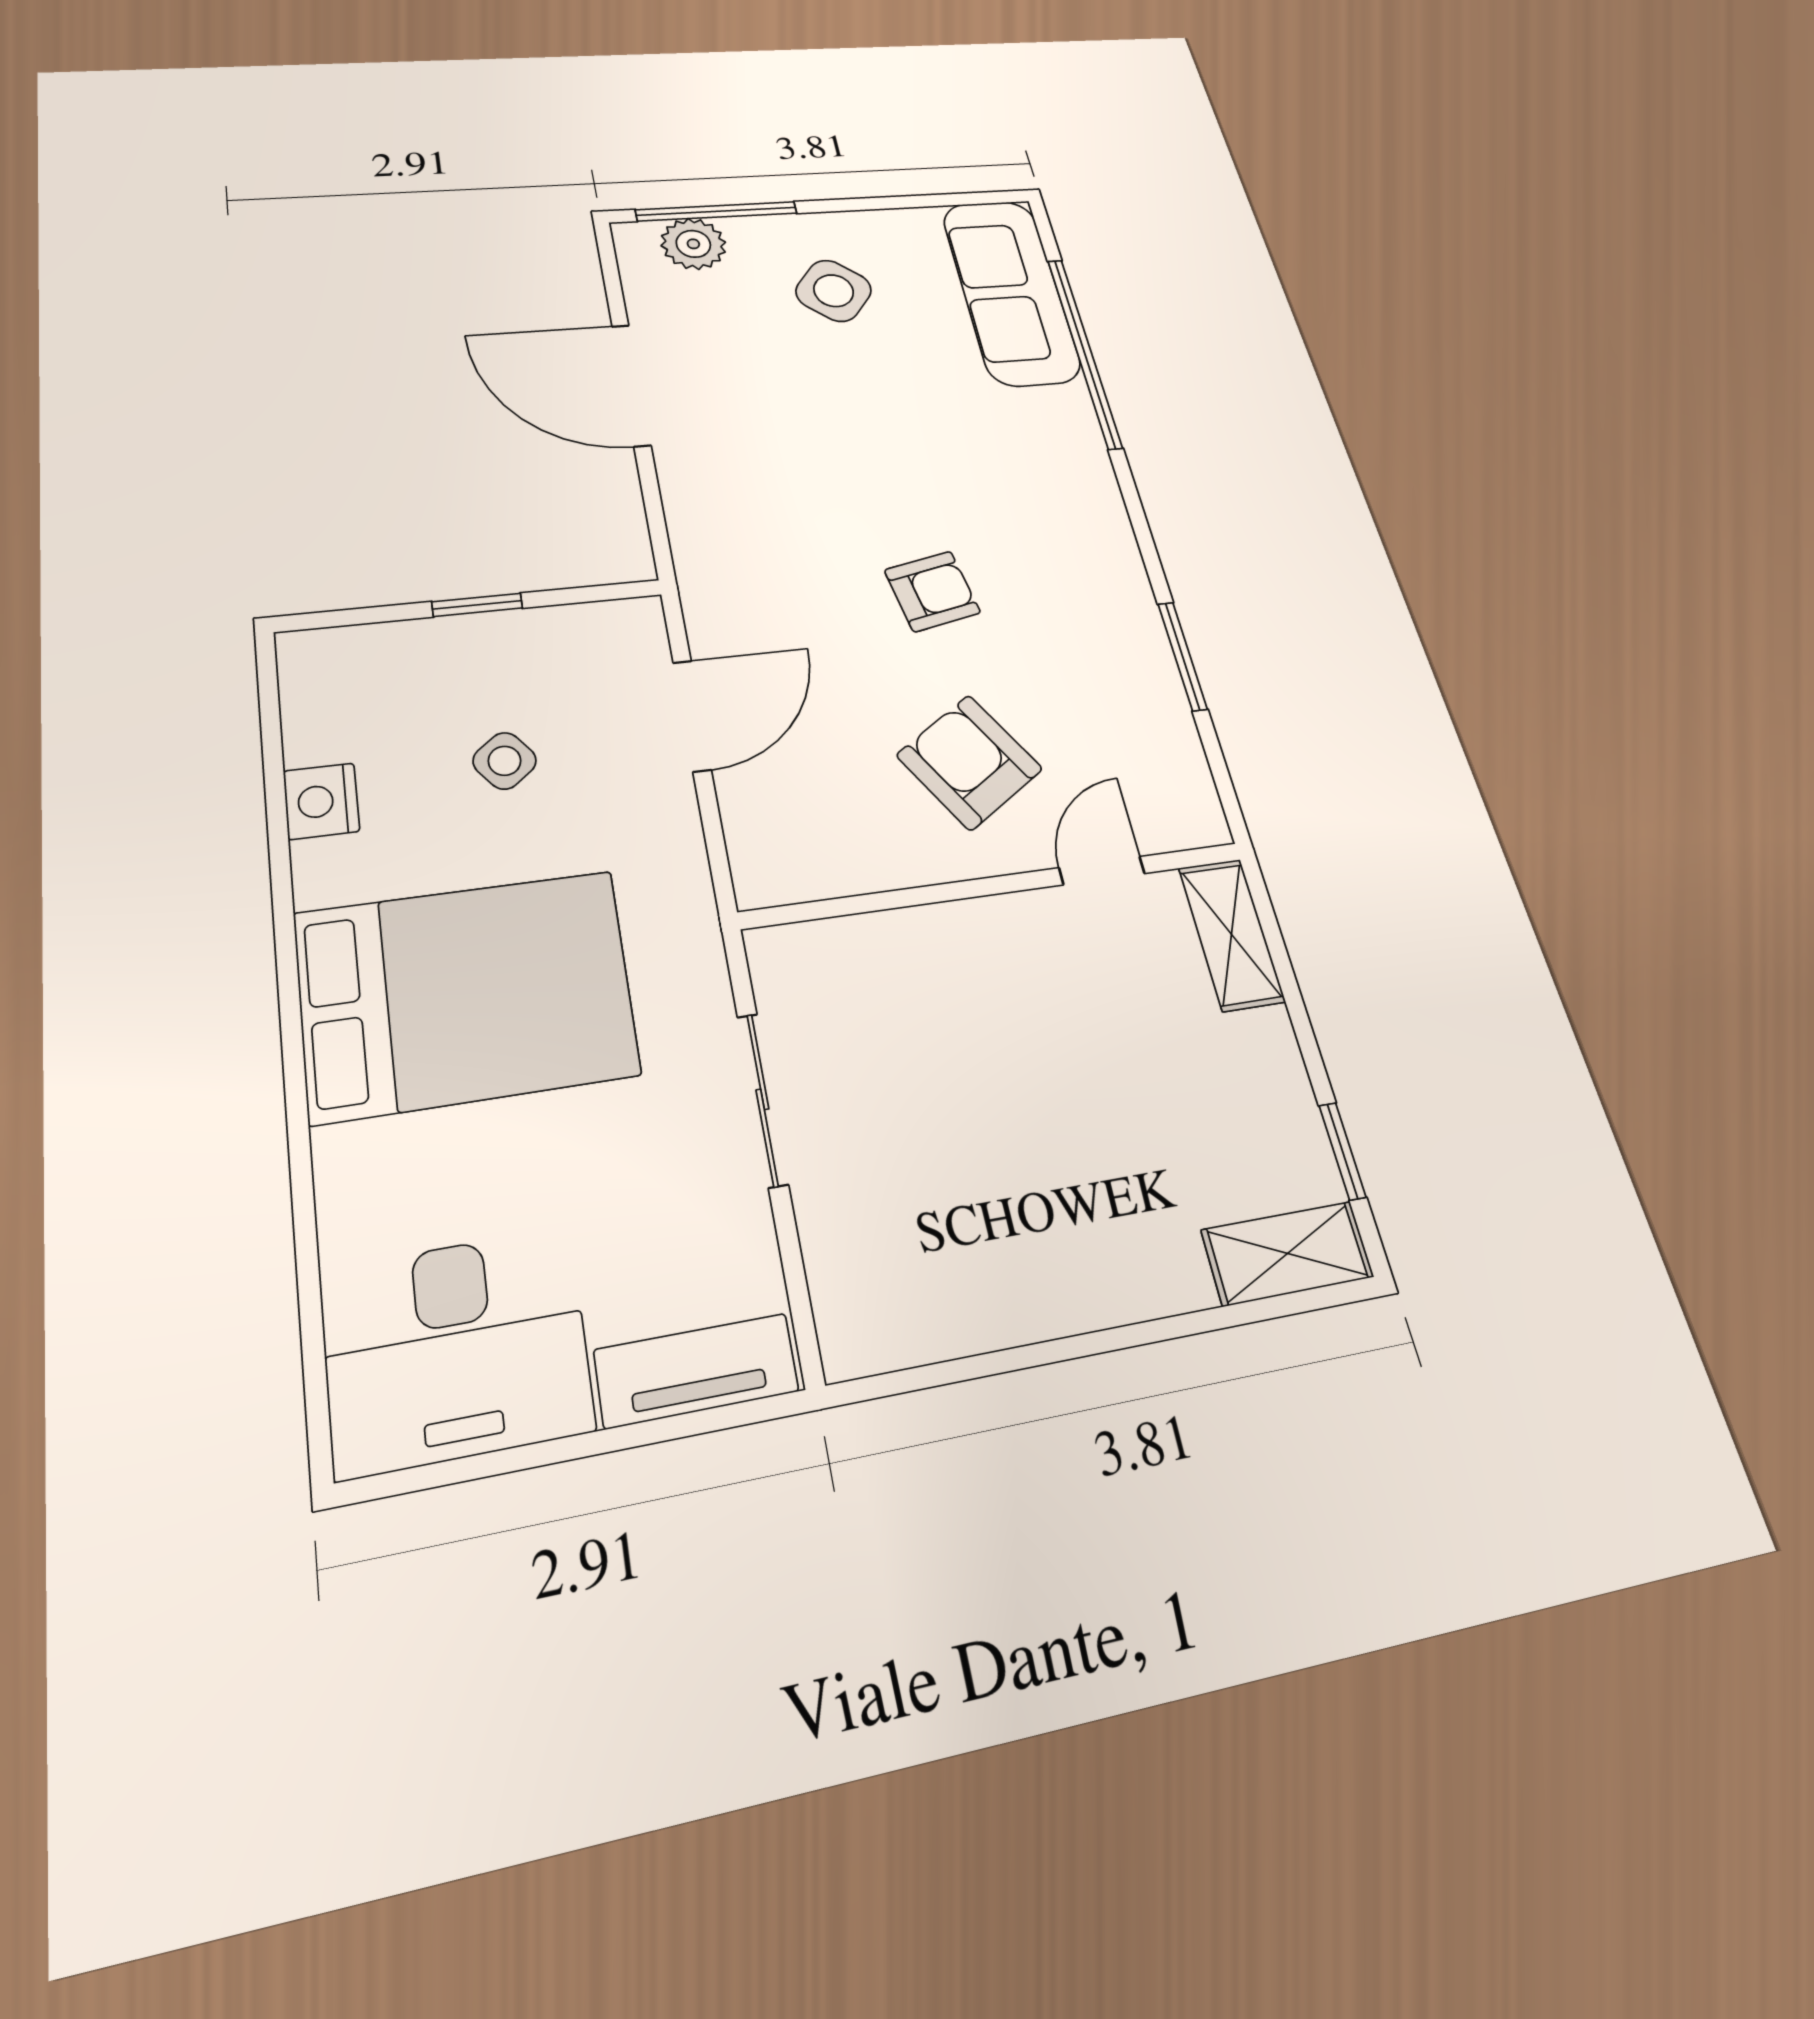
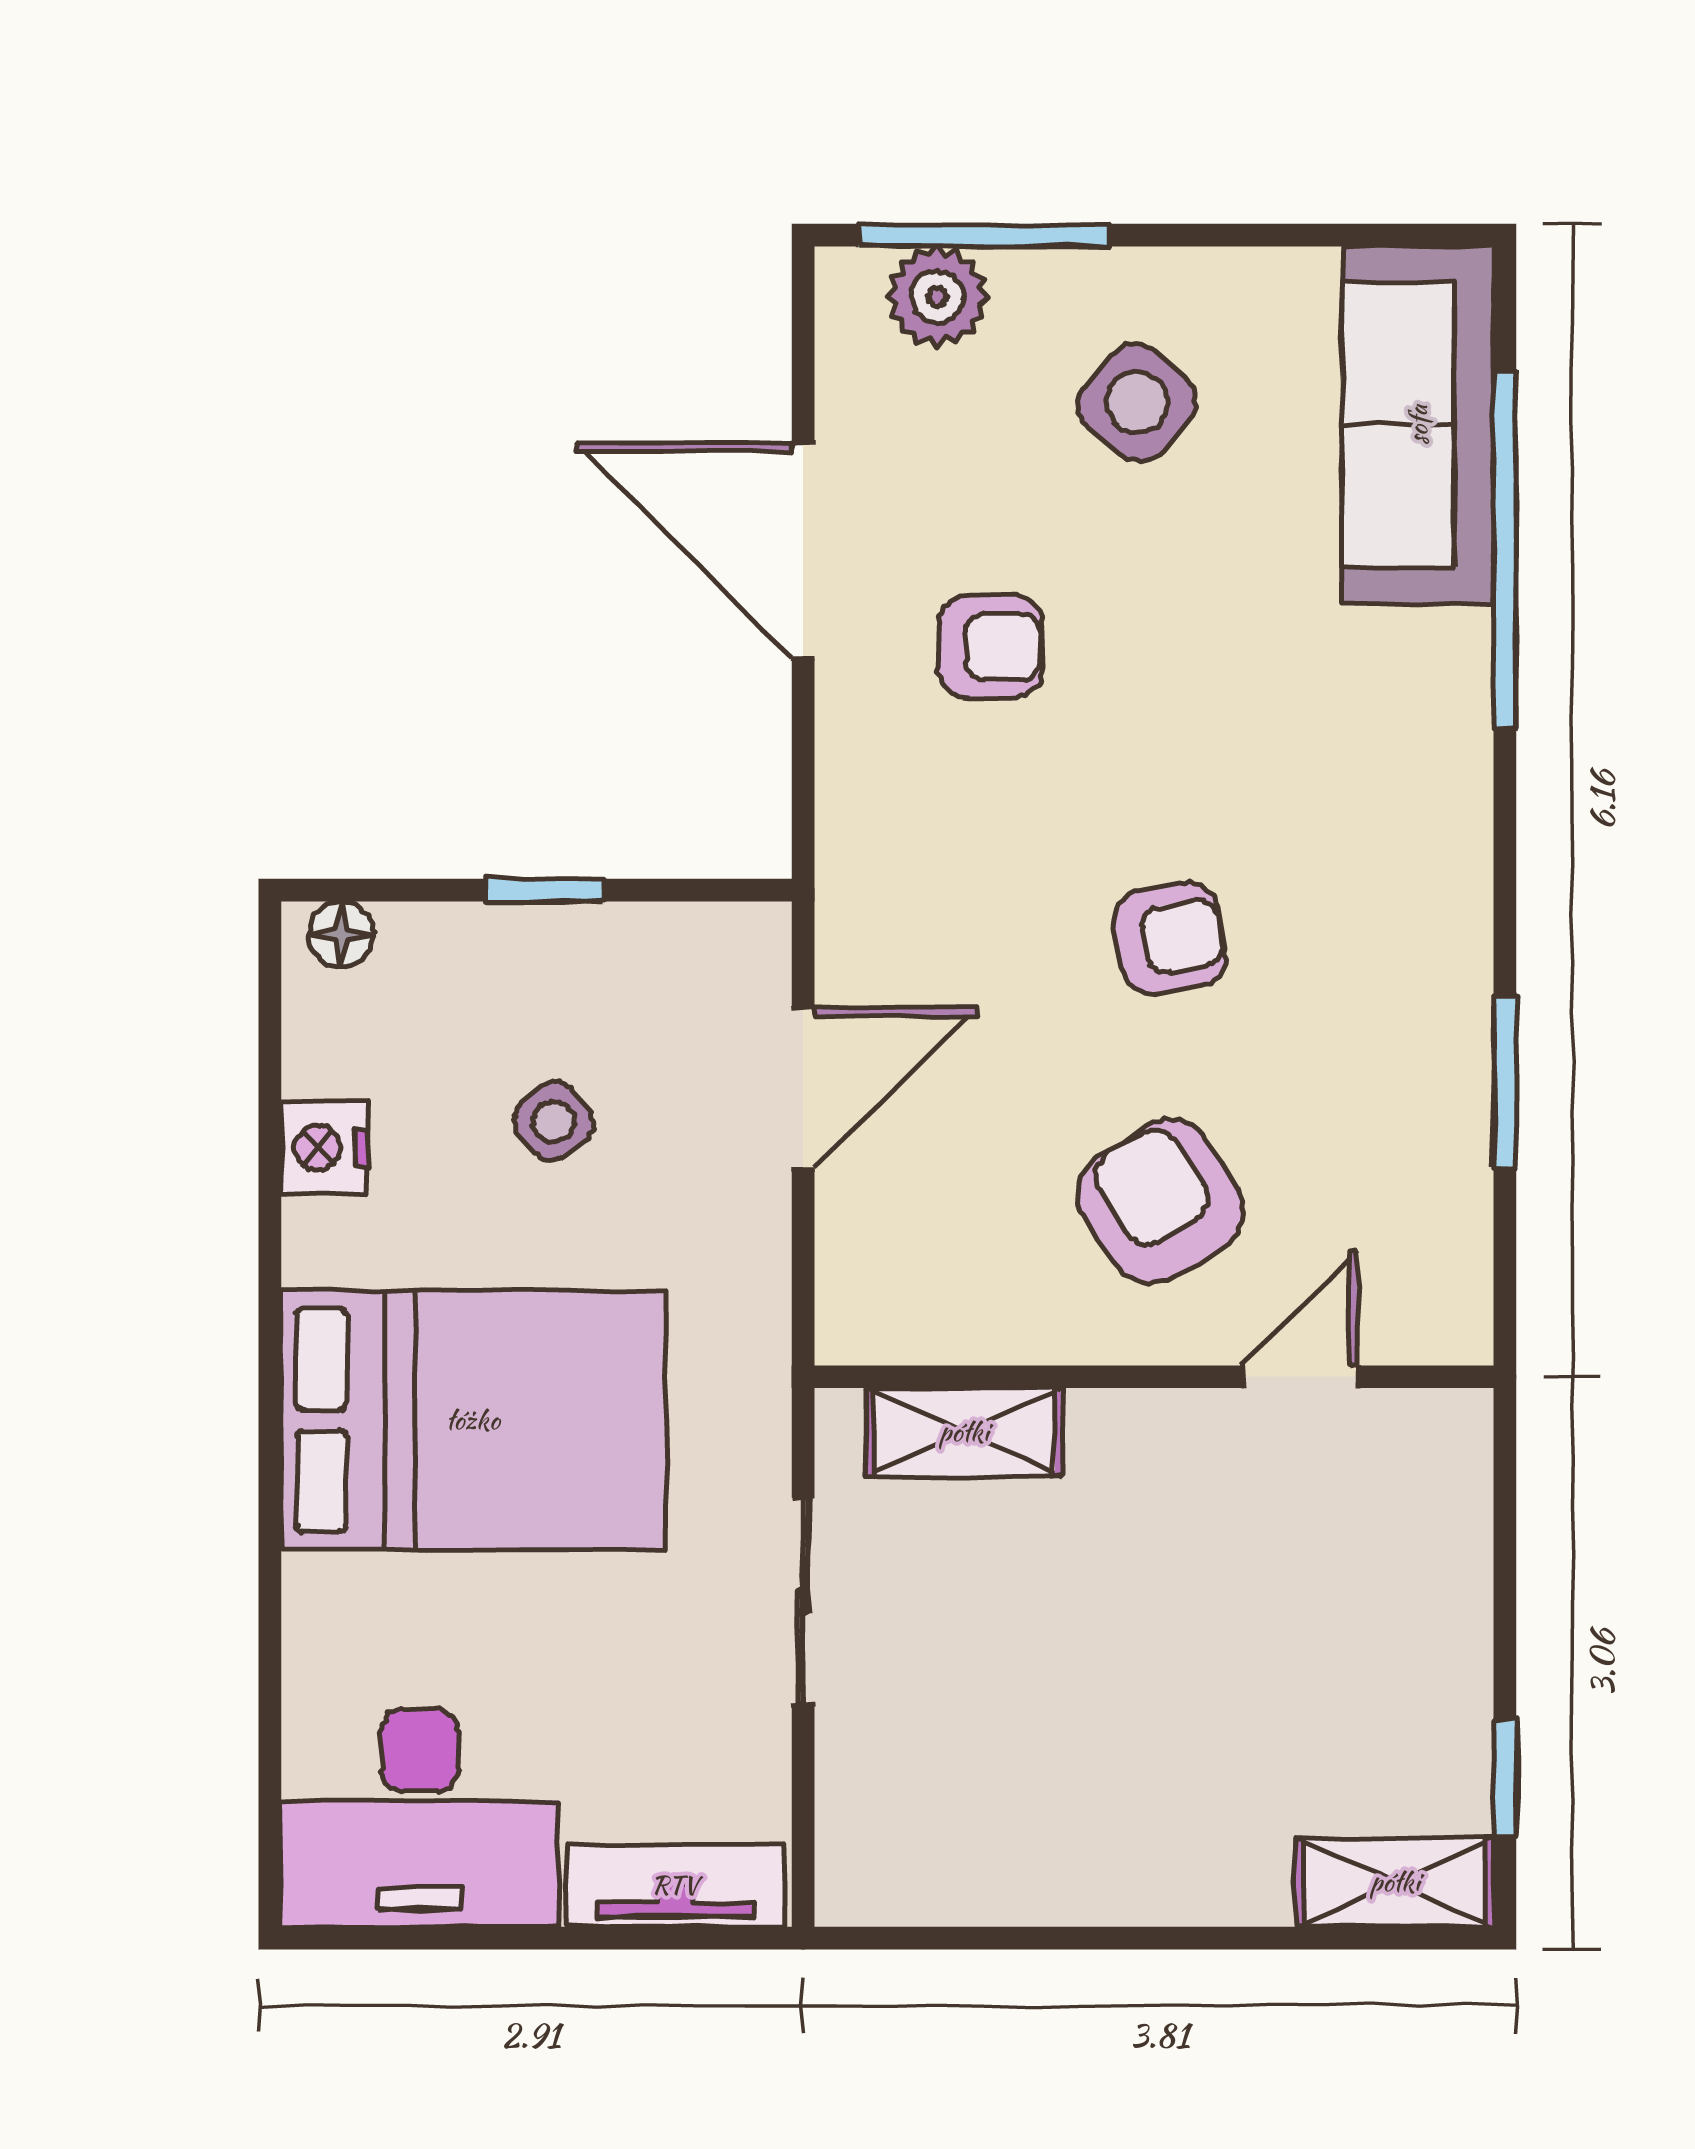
armchair: (769, 430) -> (990, 647), added
floor lamp: (323, 649) -> (341, 934), added
shelving: (1231, 934) -> (964, 1432), moved, turned 90

